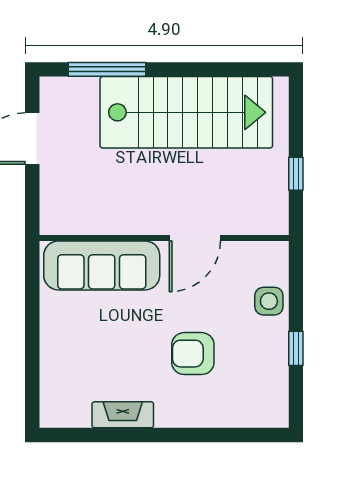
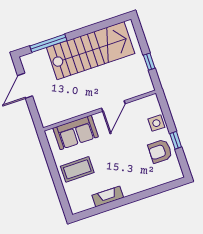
sofa: (102, 265) -> (76, 132), width x0.73
coffee table: (80, 340) -> (77, 169), added
armchair: (193, 354) -> (160, 151), moved

